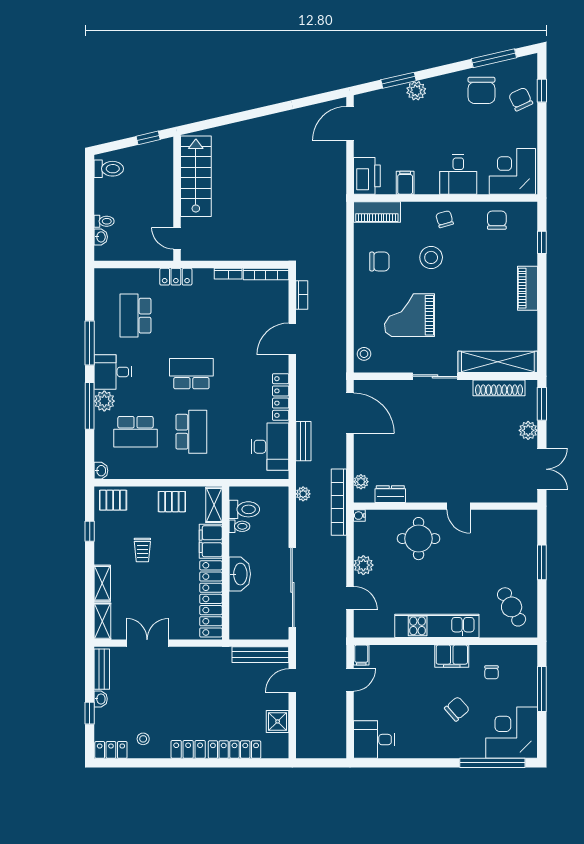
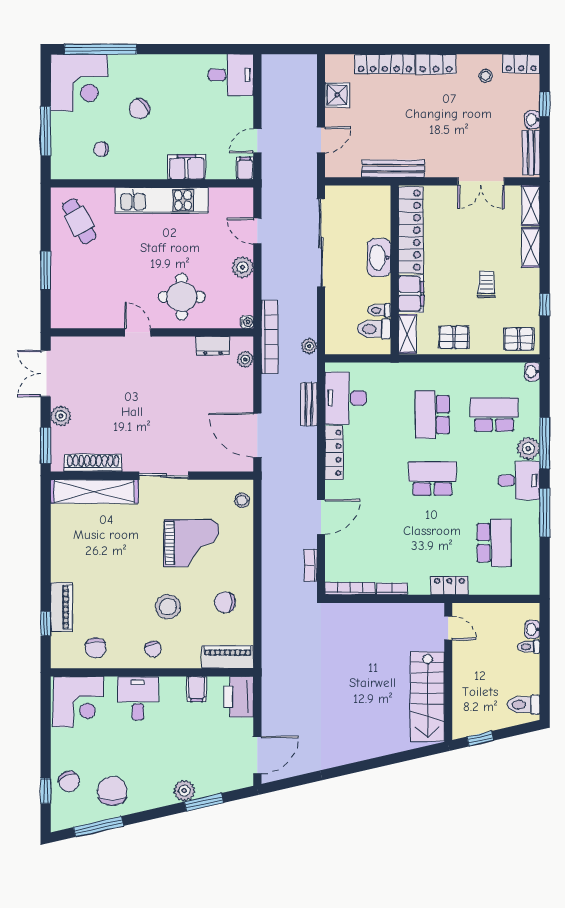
piano: (528, 288) -> (62, 607), moved
school desk: (191, 374) -> (432, 479), turned 180
bench: (260, 655) -> (393, 169), moved
filing cabinet: (452, 656) -> (187, 167), moved
chair: (491, 672) -> (101, 149), turned -90

